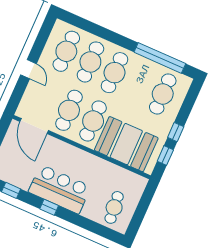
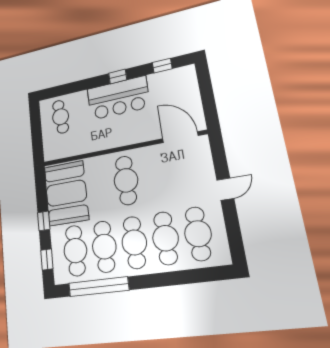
door: (28, 69) -> (225, 189), swing flipped
cafe table: (69, 110) -> (104, 247), moved
booth: (126, 144) -> (66, 193), moved, turned 90
window: (165, 156) -> (47, 259), moved

